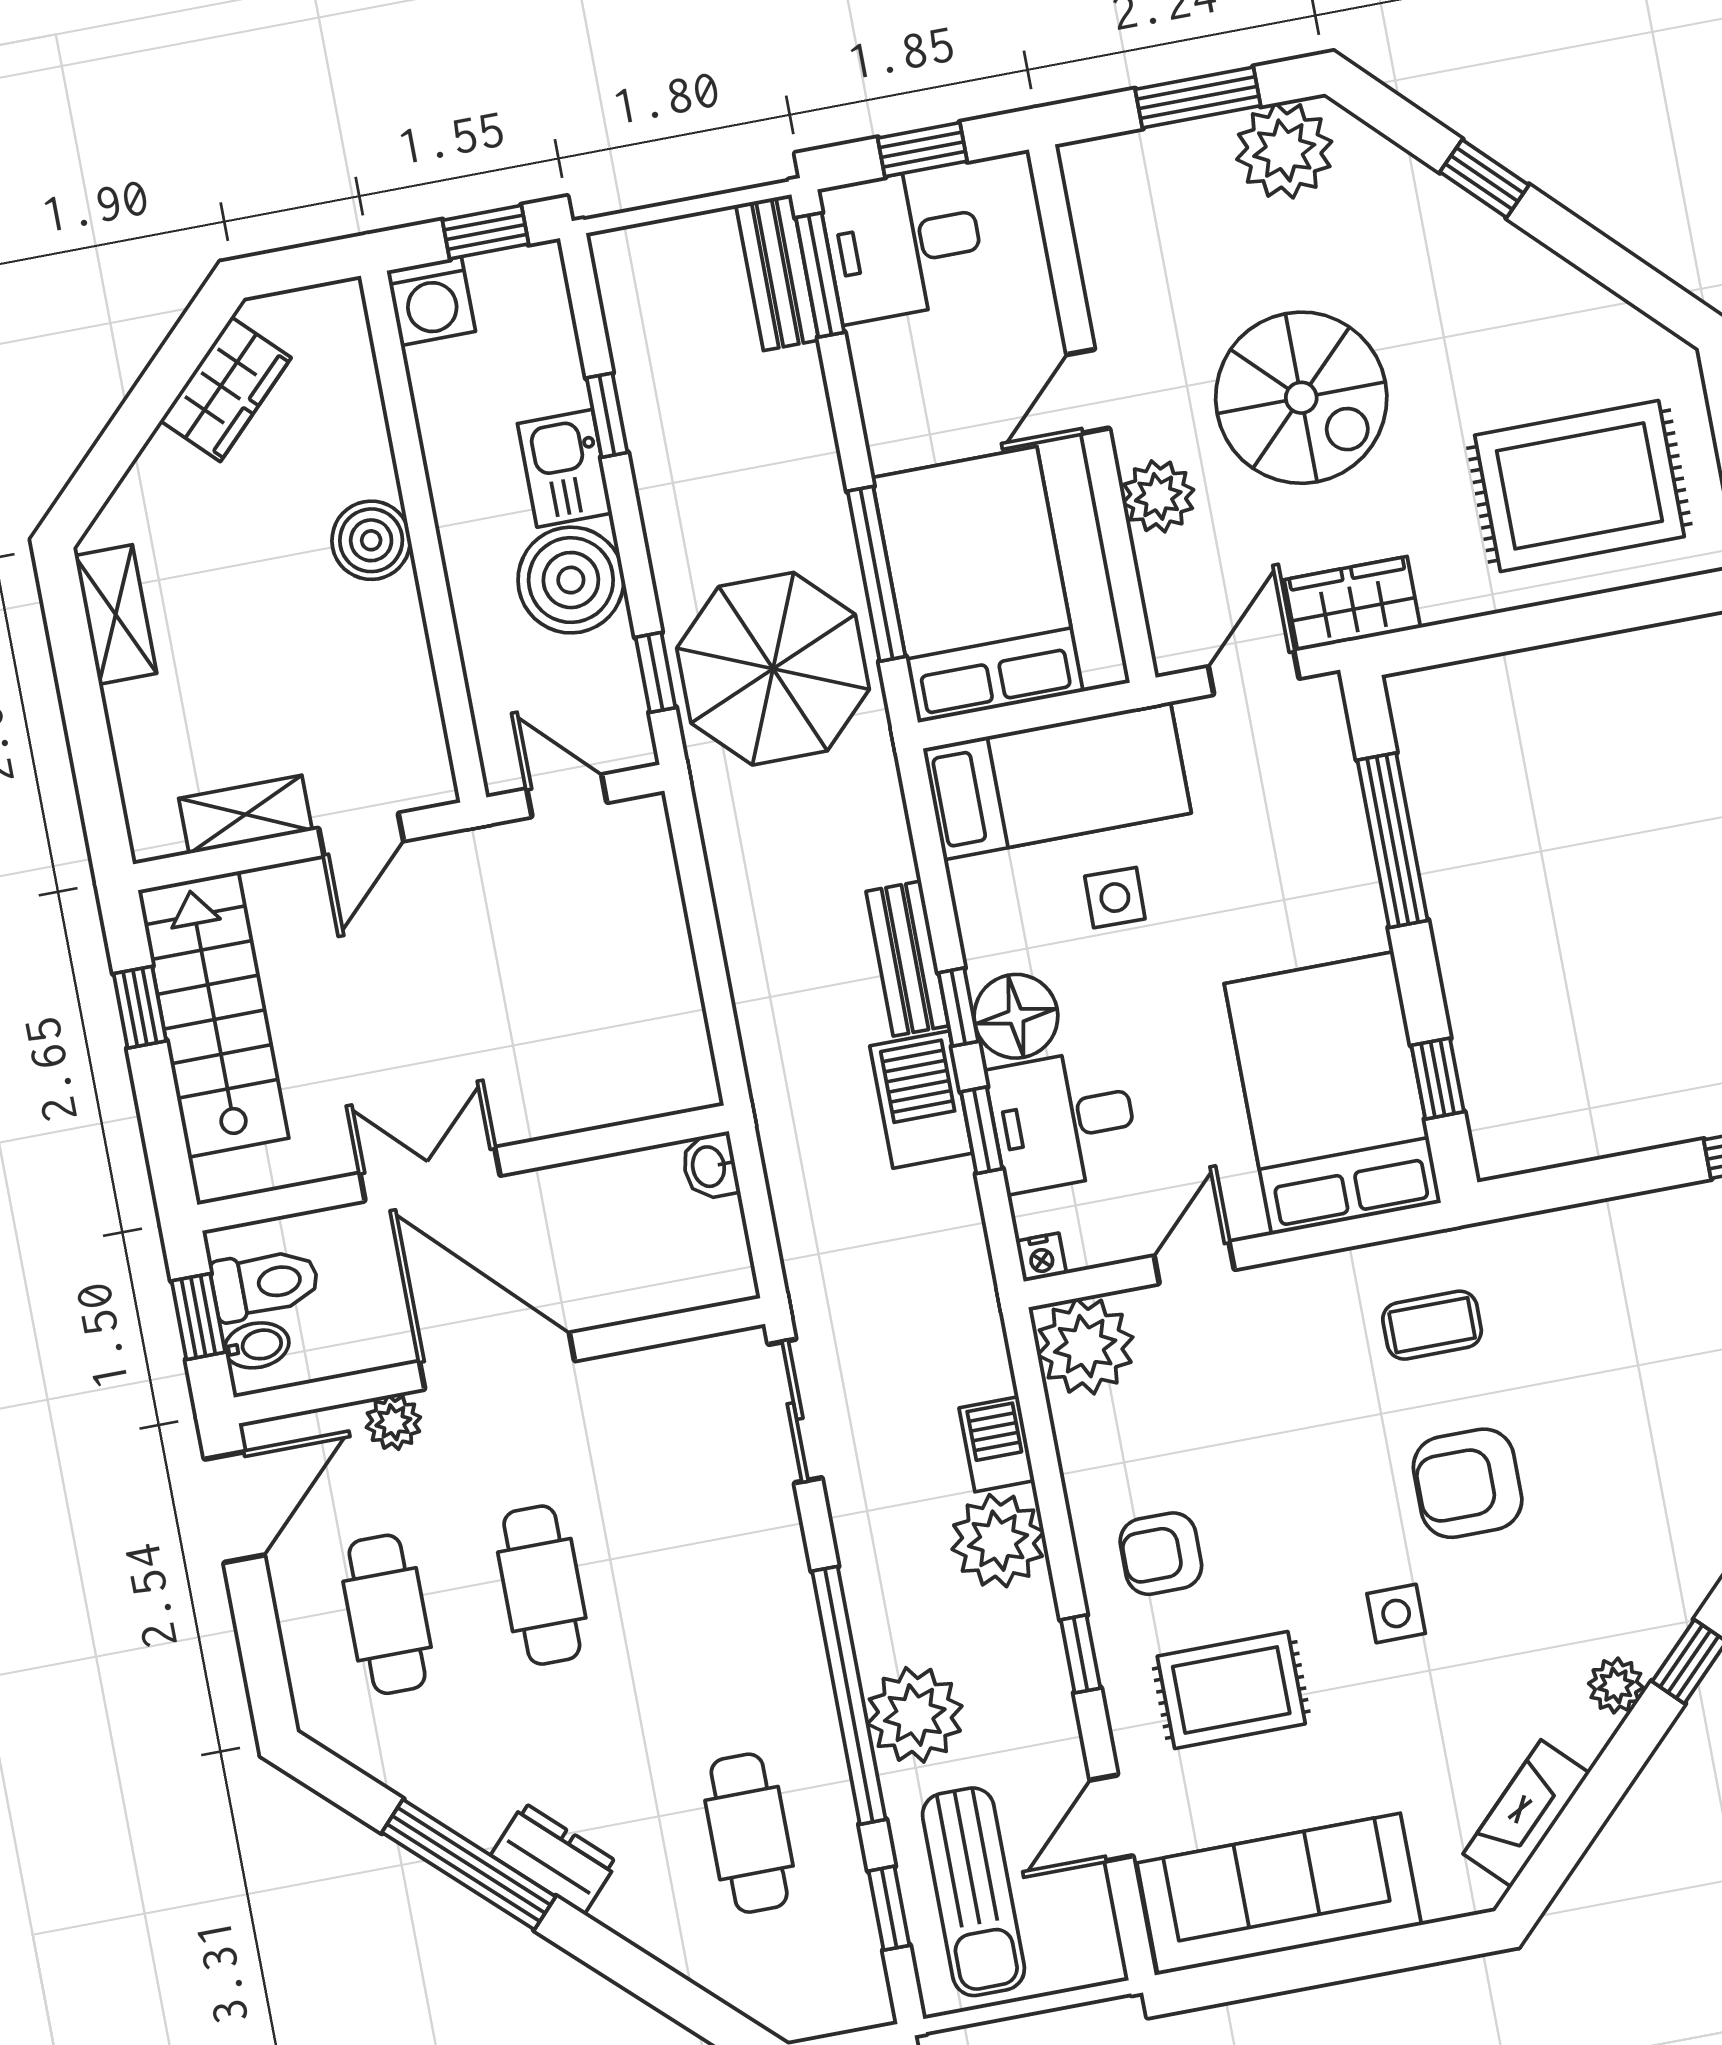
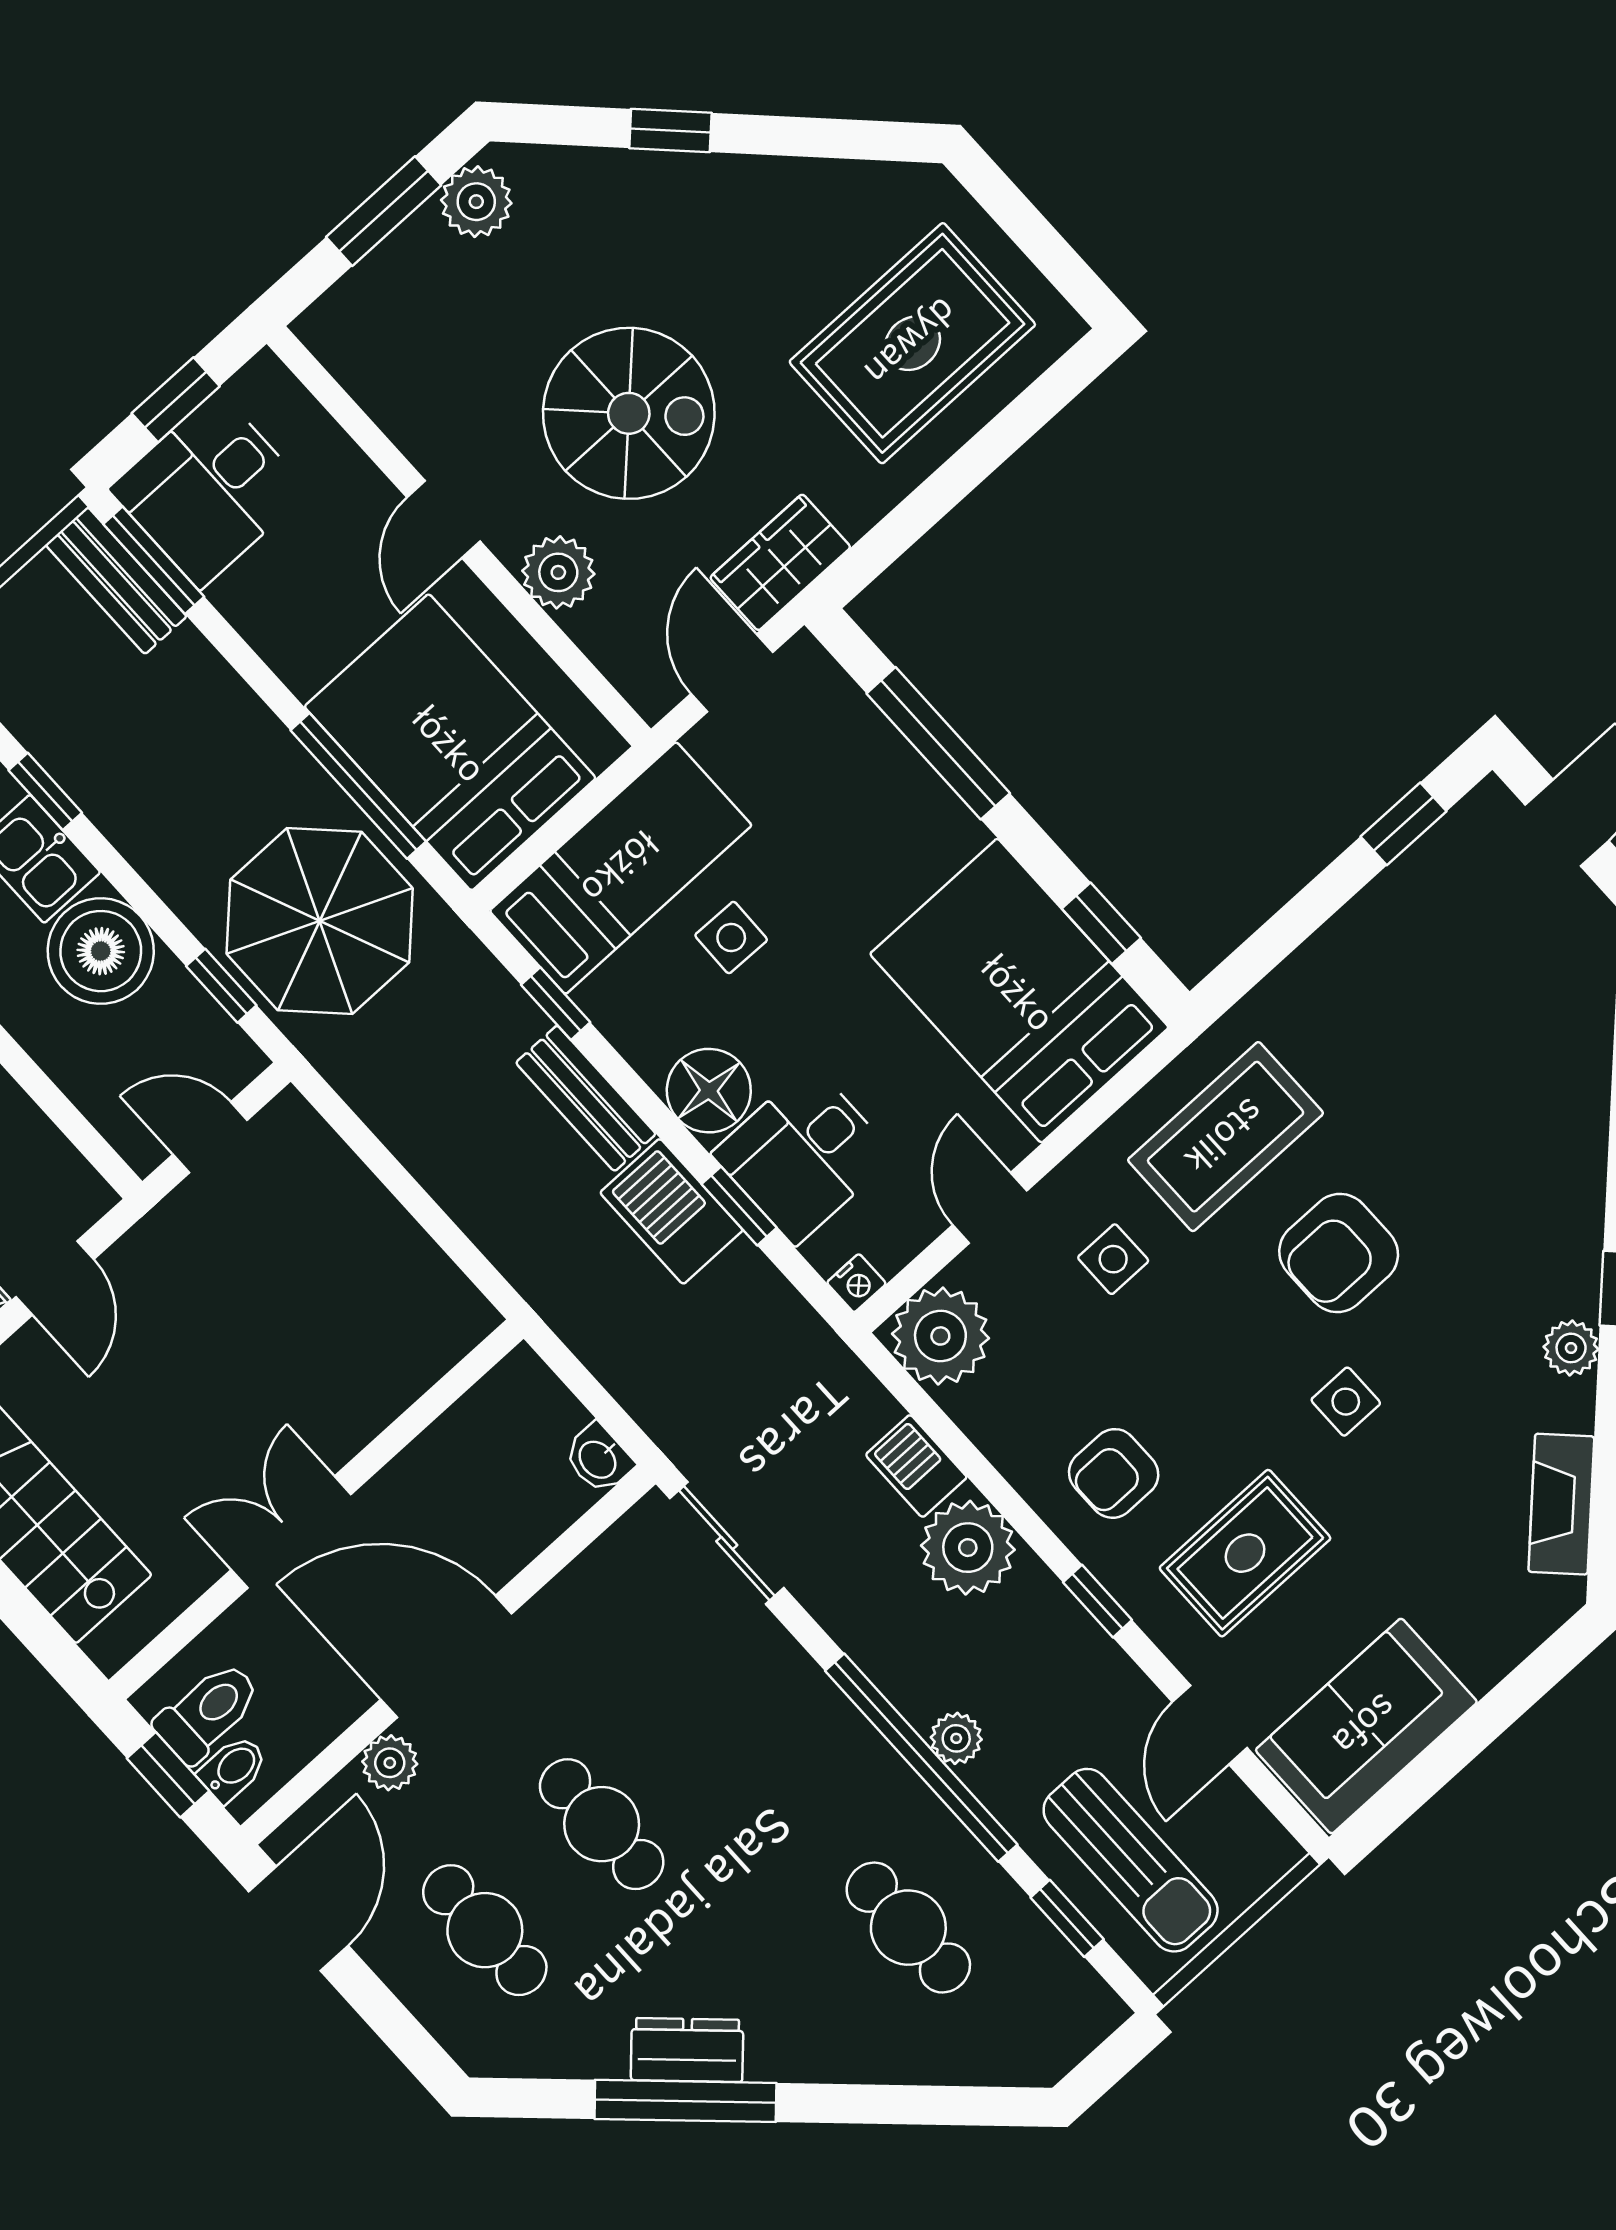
plant: (1284, 150) -> (476, 202), width x0.73, depth x0.73
window: (958, 1007) -> (556, 1004), moved
washbasin: (710, 1166) -> (599, 1459), moved
coffee table: (1432, 1325) -> (1226, 1137), width x1.86, depth x1.72
side table: (1272, 1371) -> (1113, 1259), added
plant: (915, 1715) -> (956, 1738), width x0.53, depth x0.53
dresser: (554, 1859) -> (687, 2050), moved
sofa: (1279, 1894) -> (1366, 1726), width x0.73

